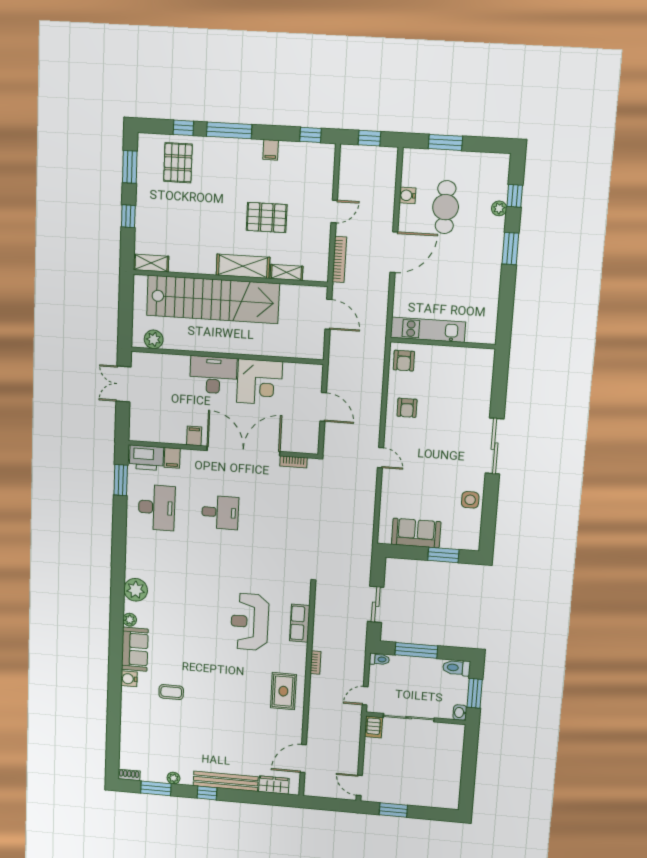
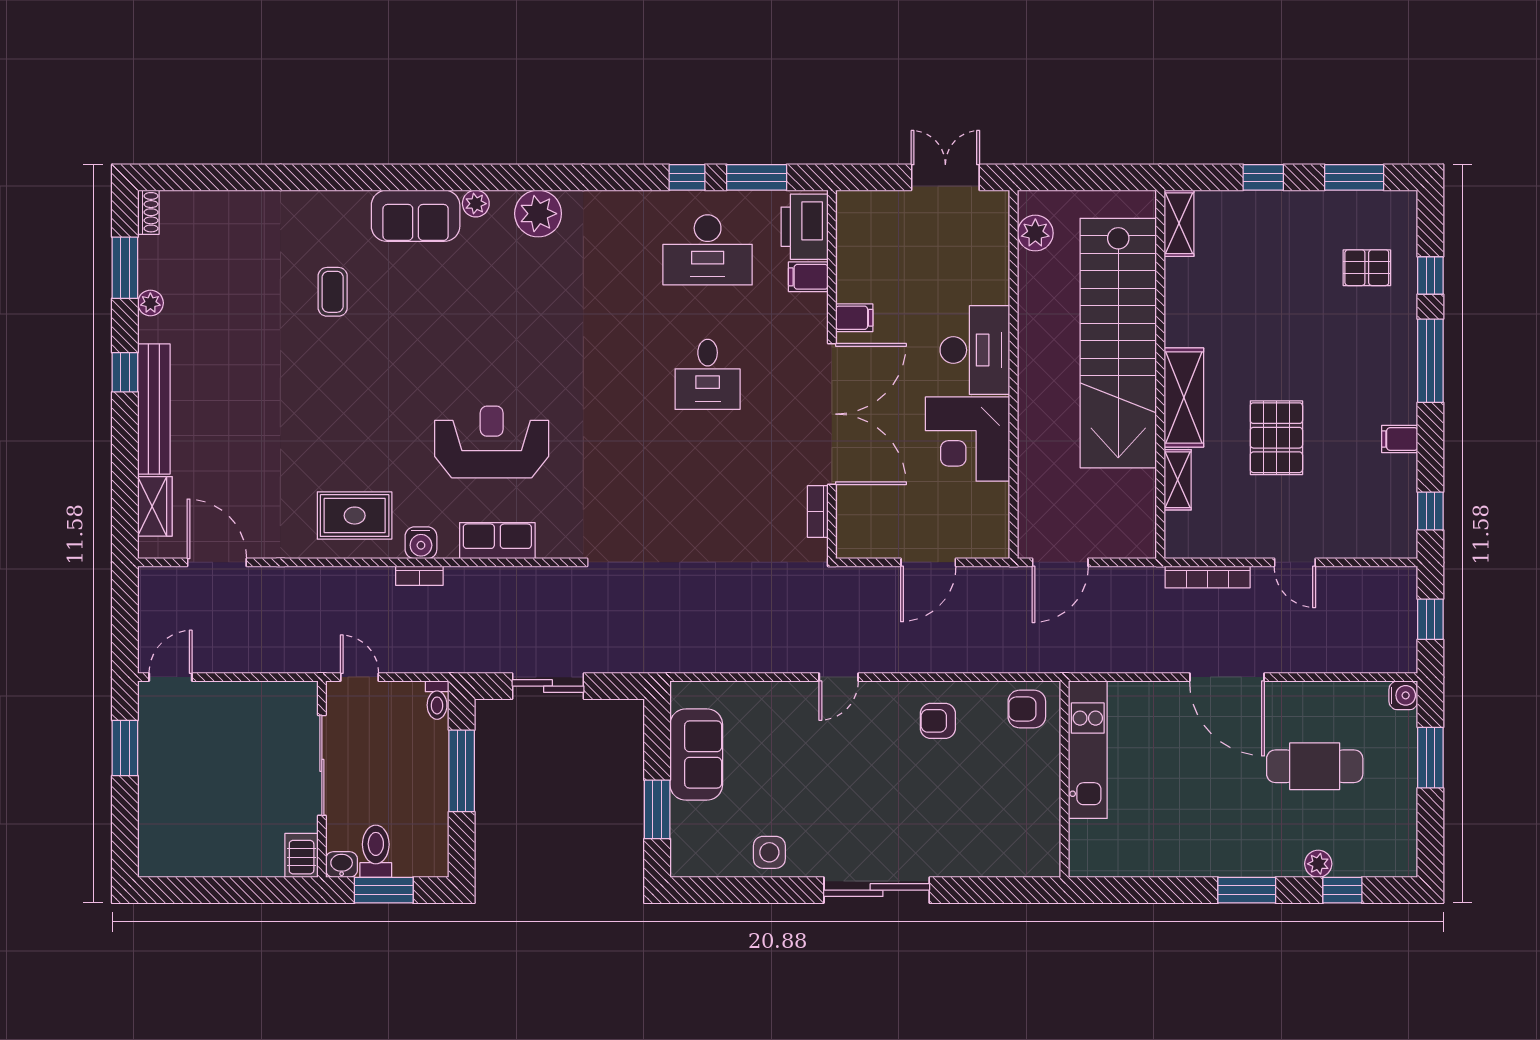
pallet: (178, 163) -> (1367, 268), width x0.67, depth x0.71
water cooler: (407, 195) -> (1403, 695), moved, turned 90
door: (328, 314) -> (1060, 562), moved
window: (120, 515) -> (687, 177), added
toilet: (457, 668) -> (376, 851), moved
water cooler: (129, 679) -> (421, 543), moved, turned 180
server rack: (373, 727) -> (302, 855), moved, turned 90

